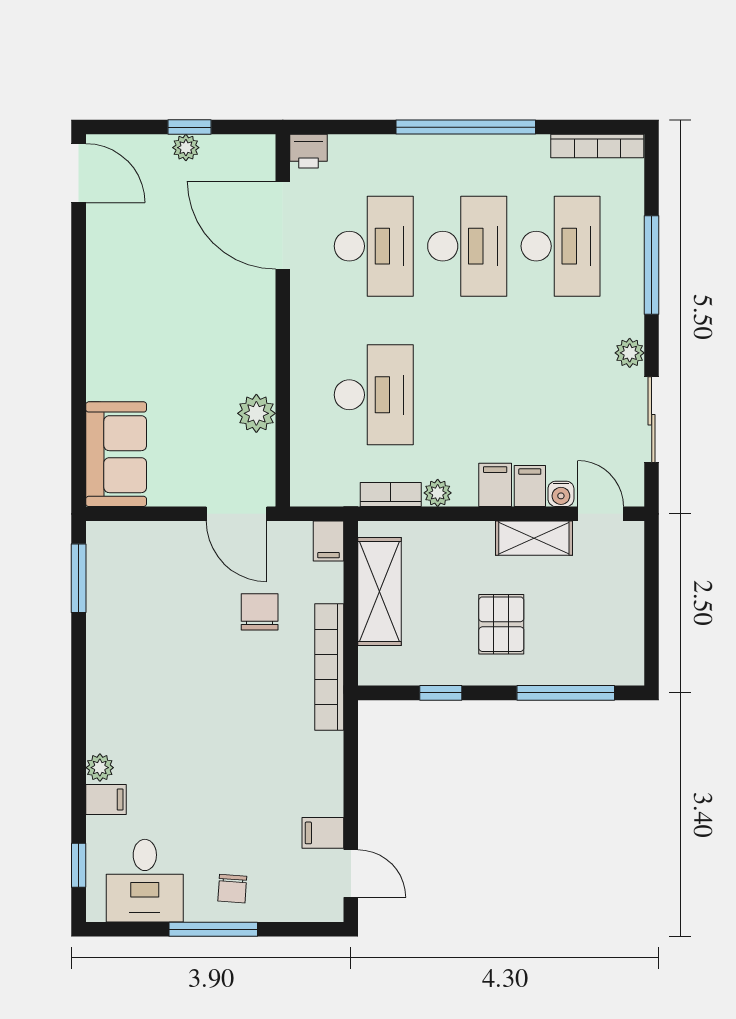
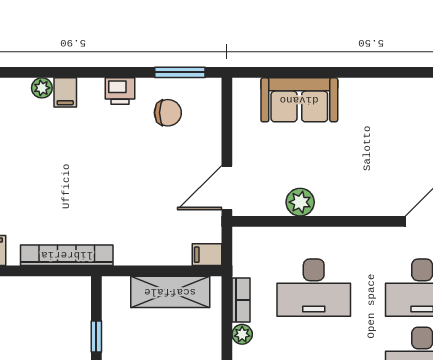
sofa: (116, 454) -> (299, 100), moved
chair: (260, 612) -> (168, 113), moved
printer: (104, 660) -> (120, 91), added
bookcase: (329, 667) -> (67, 255), moved
filing cabinet: (106, 800) -> (65, 92), moved

